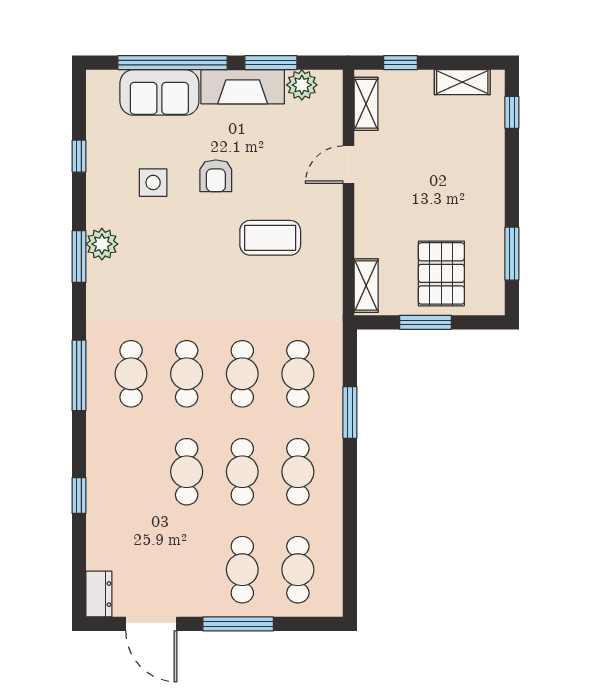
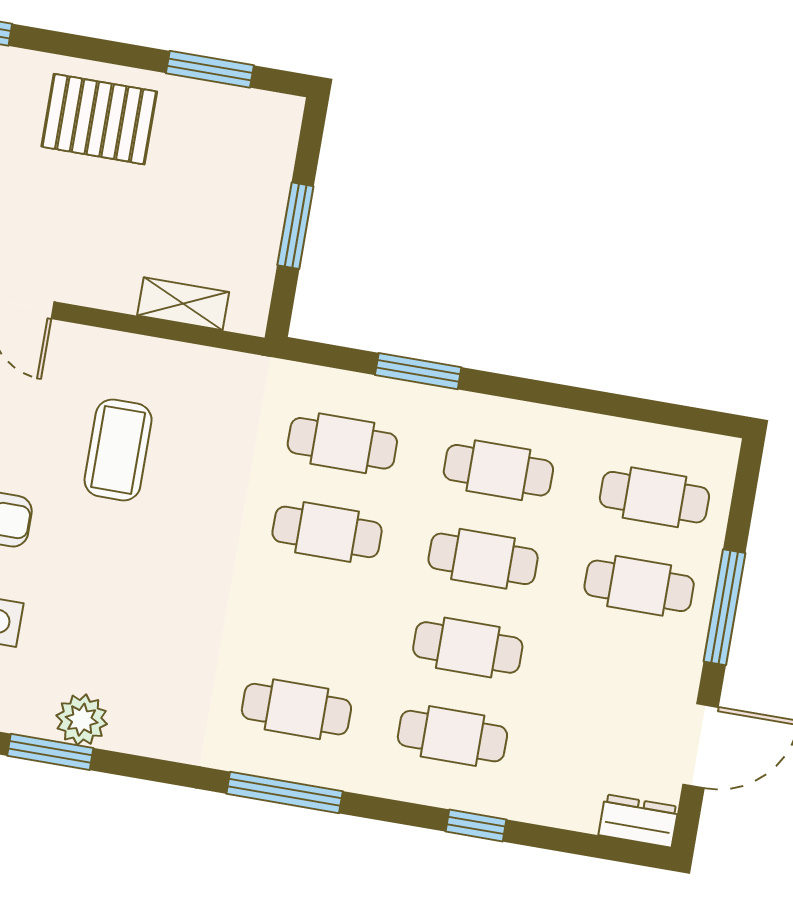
window: (79, 257) -> (50, 752), moved
pallet: (441, 273) -> (99, 119), moved
shelving: (366, 286) -> (183, 304), moved
cafe table: (187, 374) -> (452, 736), moved

